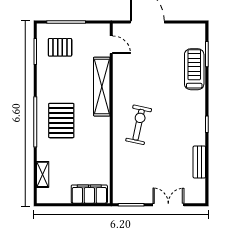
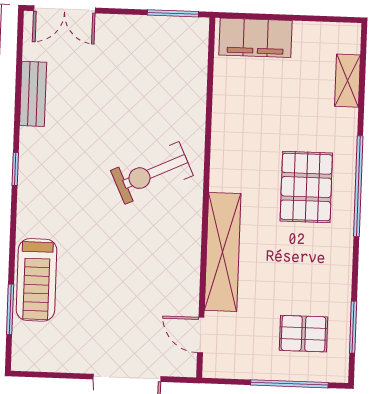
exercise bike: (139, 125) -> (152, 173), turned 53
double door: (168, 205) -> (64, 9), moved

